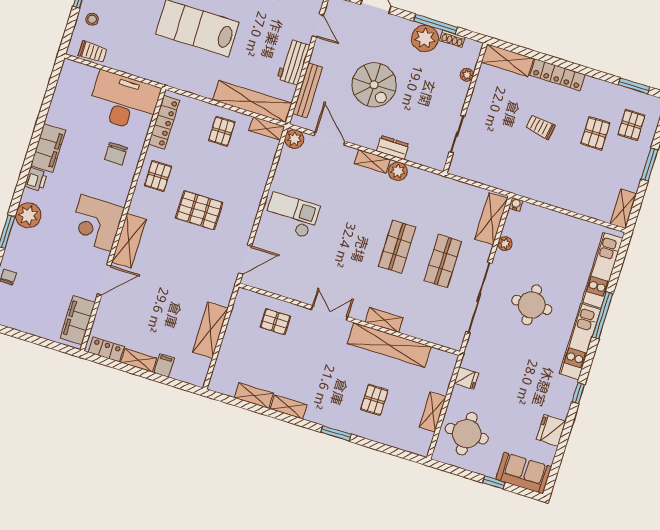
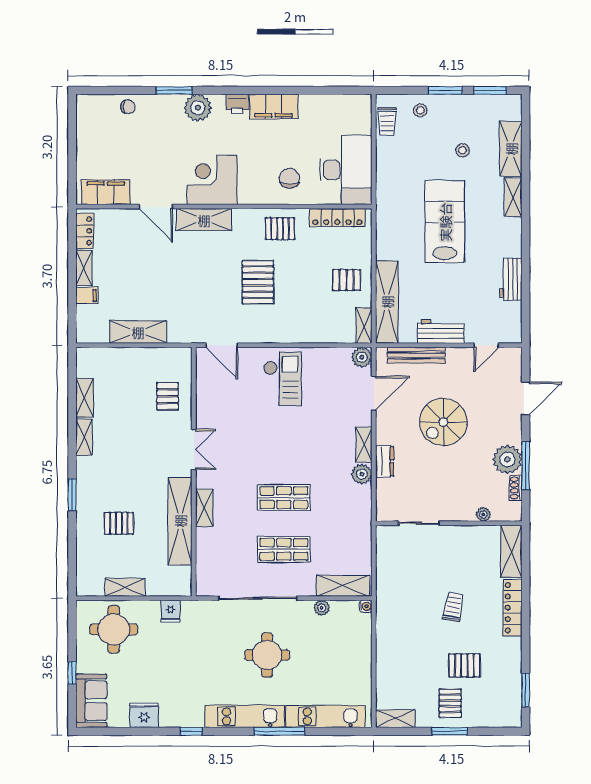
pallet: (631, 125) -> (450, 703), moved, turned 90
chair: (116, 154) -> (289, 178), turned 90

